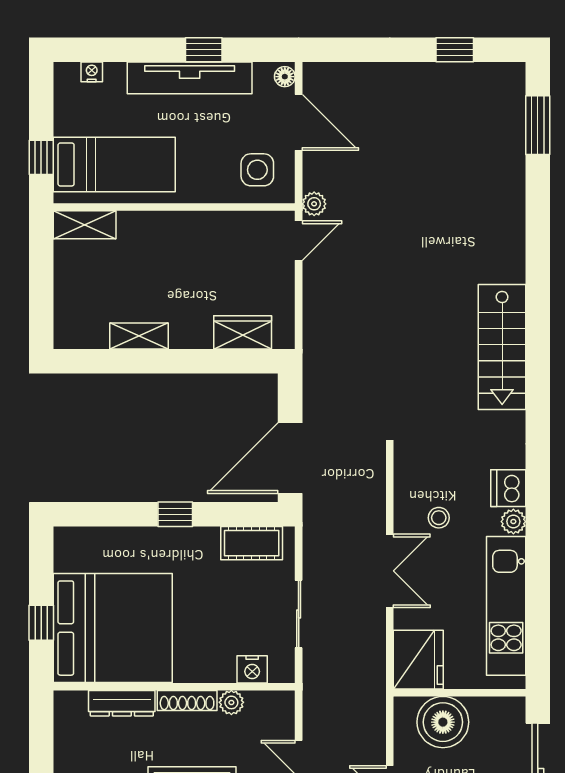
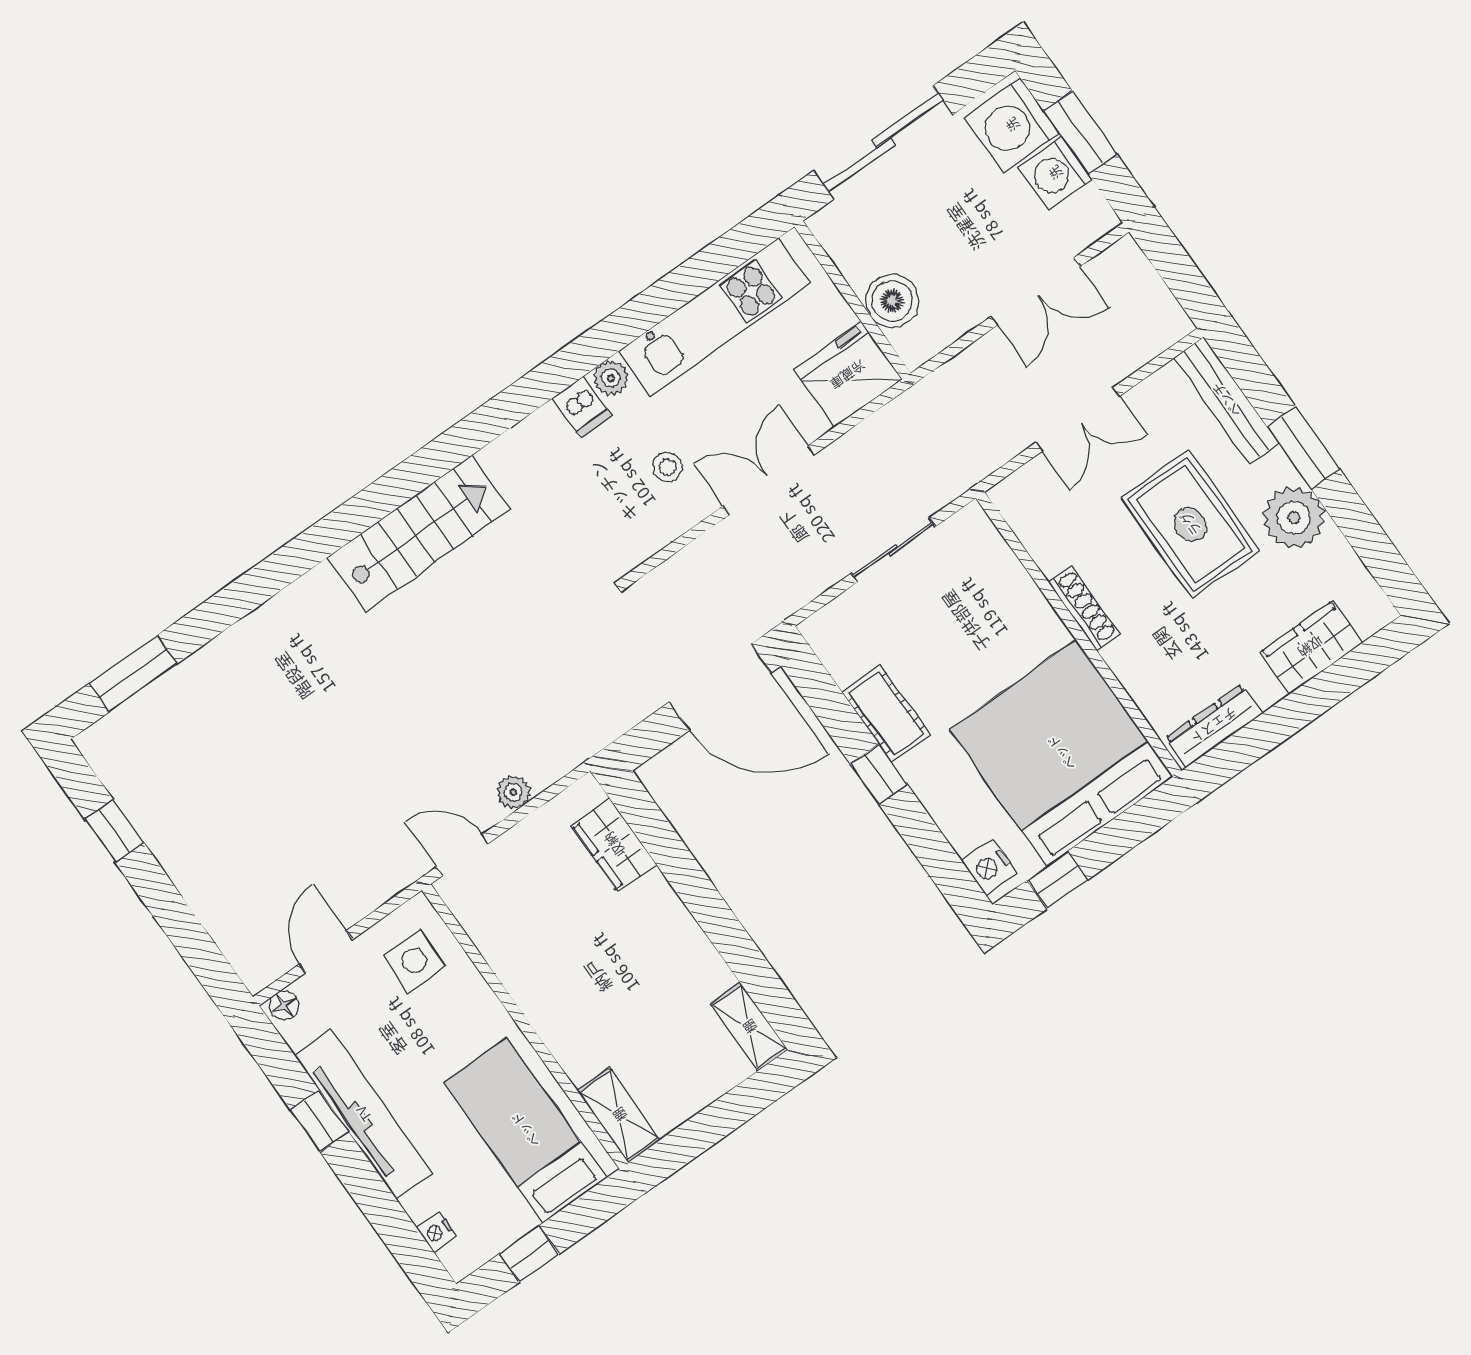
door: (299, 122) -> (326, 952), width x0.73
window: (41, 157) -> (529, 1254), moved
plant: (314, 204) -> (513, 792), moved
shelving: (139, 336) -> (749, 1027), moved
dishwasher: (508, 488) -> (582, 407), width x0.73
cot: (252, 543) -> (886, 714), moved
window: (41, 623) -> (1057, 880), moved
nightstand: (252, 669) -> (989, 867), moved, turned 180
plant: (231, 702) -> (1050, 555), removed
dresser: (122, 703) -> (1214, 726), moved, turned -90
boiler: (443, 722) -> (892, 301), width x0.73, depth x0.73

